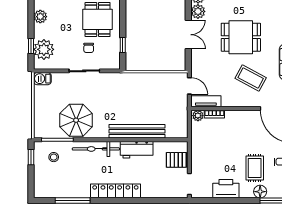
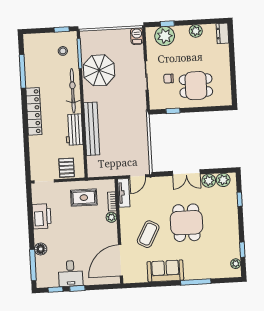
plant: (198, 116) -> (111, 217), moved
rug: (255, 168) -> (84, 198), moved

